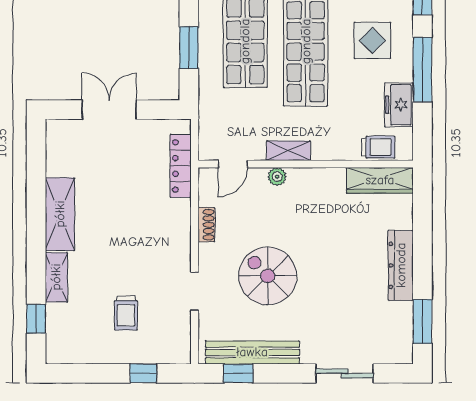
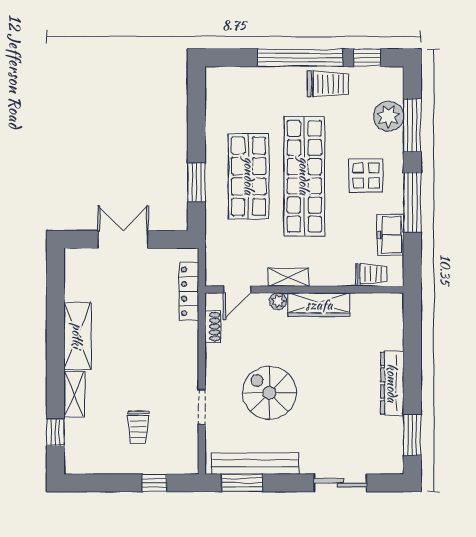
wardrobe: (380, 180) -> (319, 305), moved
shoe rack: (206, 225) -> (213, 327), moved
window: (238, 373) -> (242, 483), width x1.50

